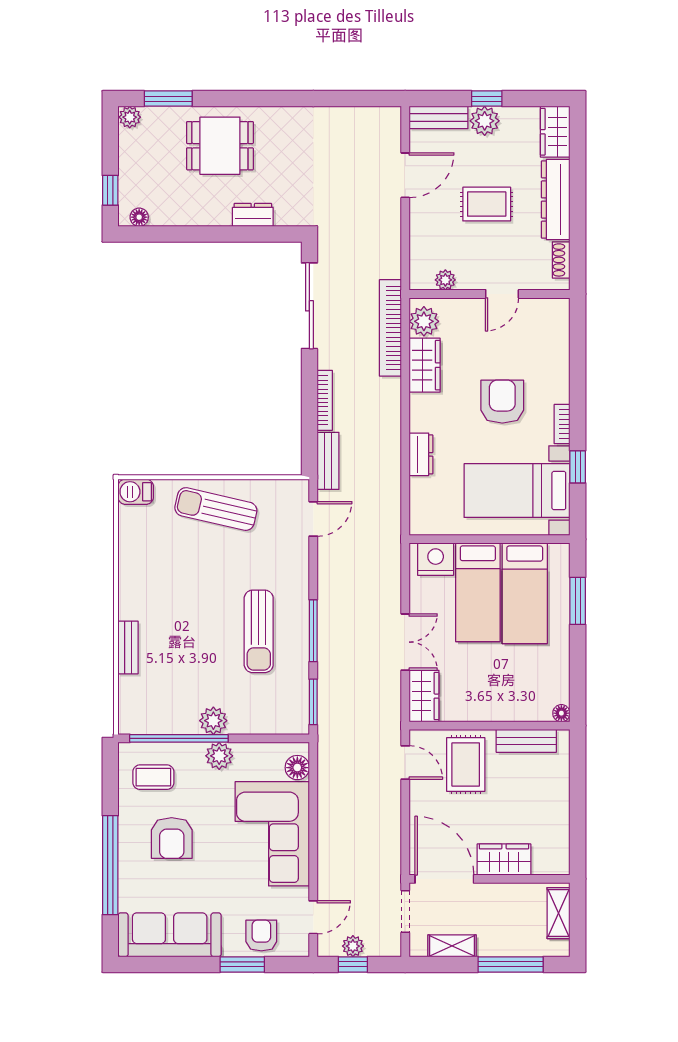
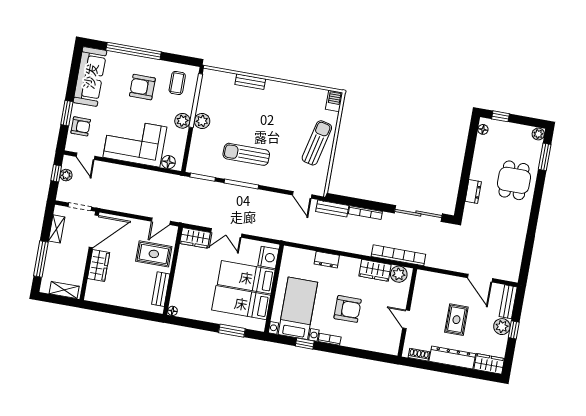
plant: (445, 280) -> (419, 290), removed

